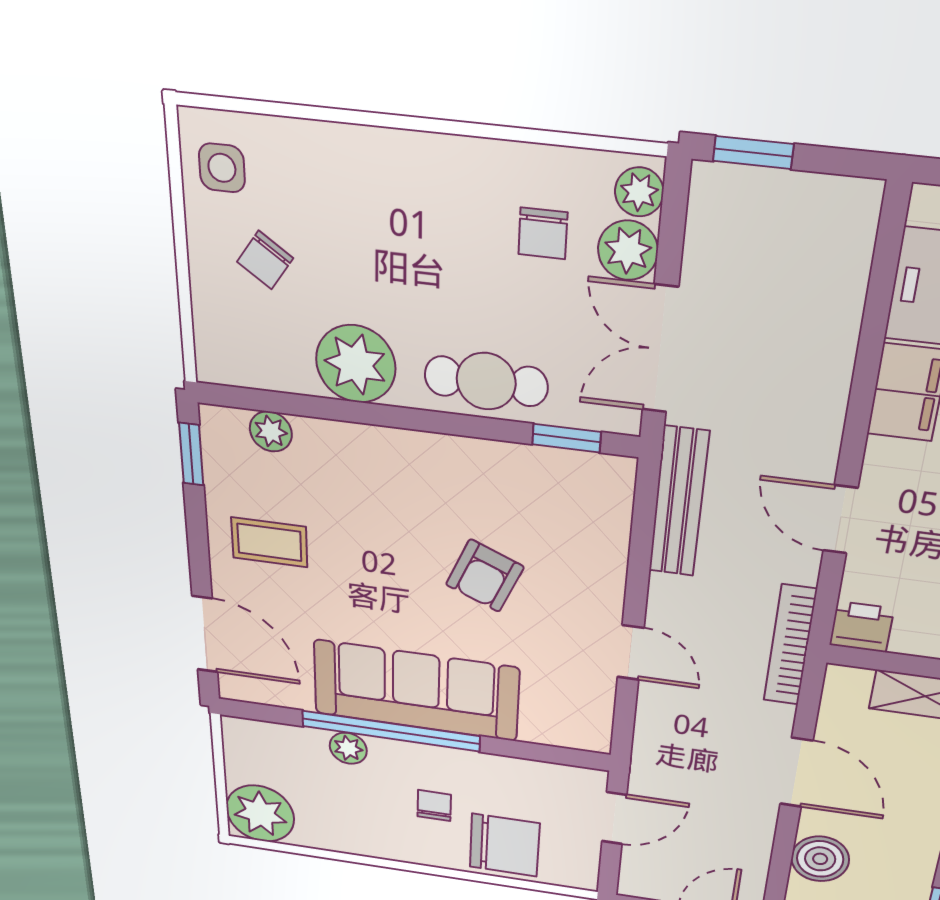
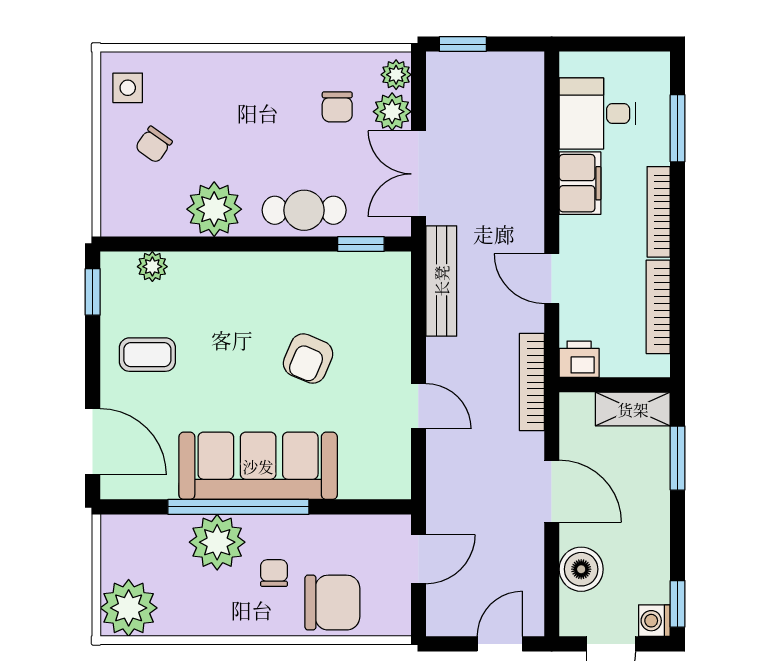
plant: (348, 748) -> (217, 542), width x1.88, depth x1.88

